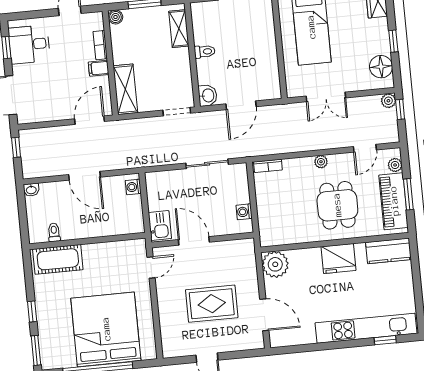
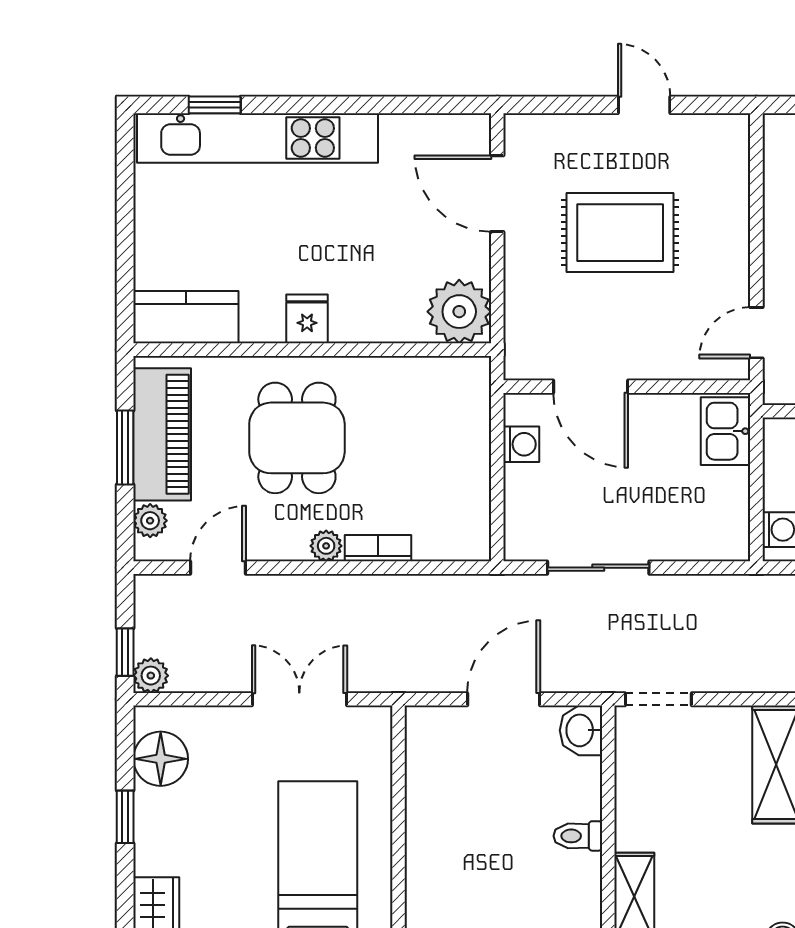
bookcase: (268, 166) -> (378, 548), moved
door: (194, 241) -> (591, 387), moved
fridge: (338, 259) -> (307, 319), width x0.53, depth x0.75

